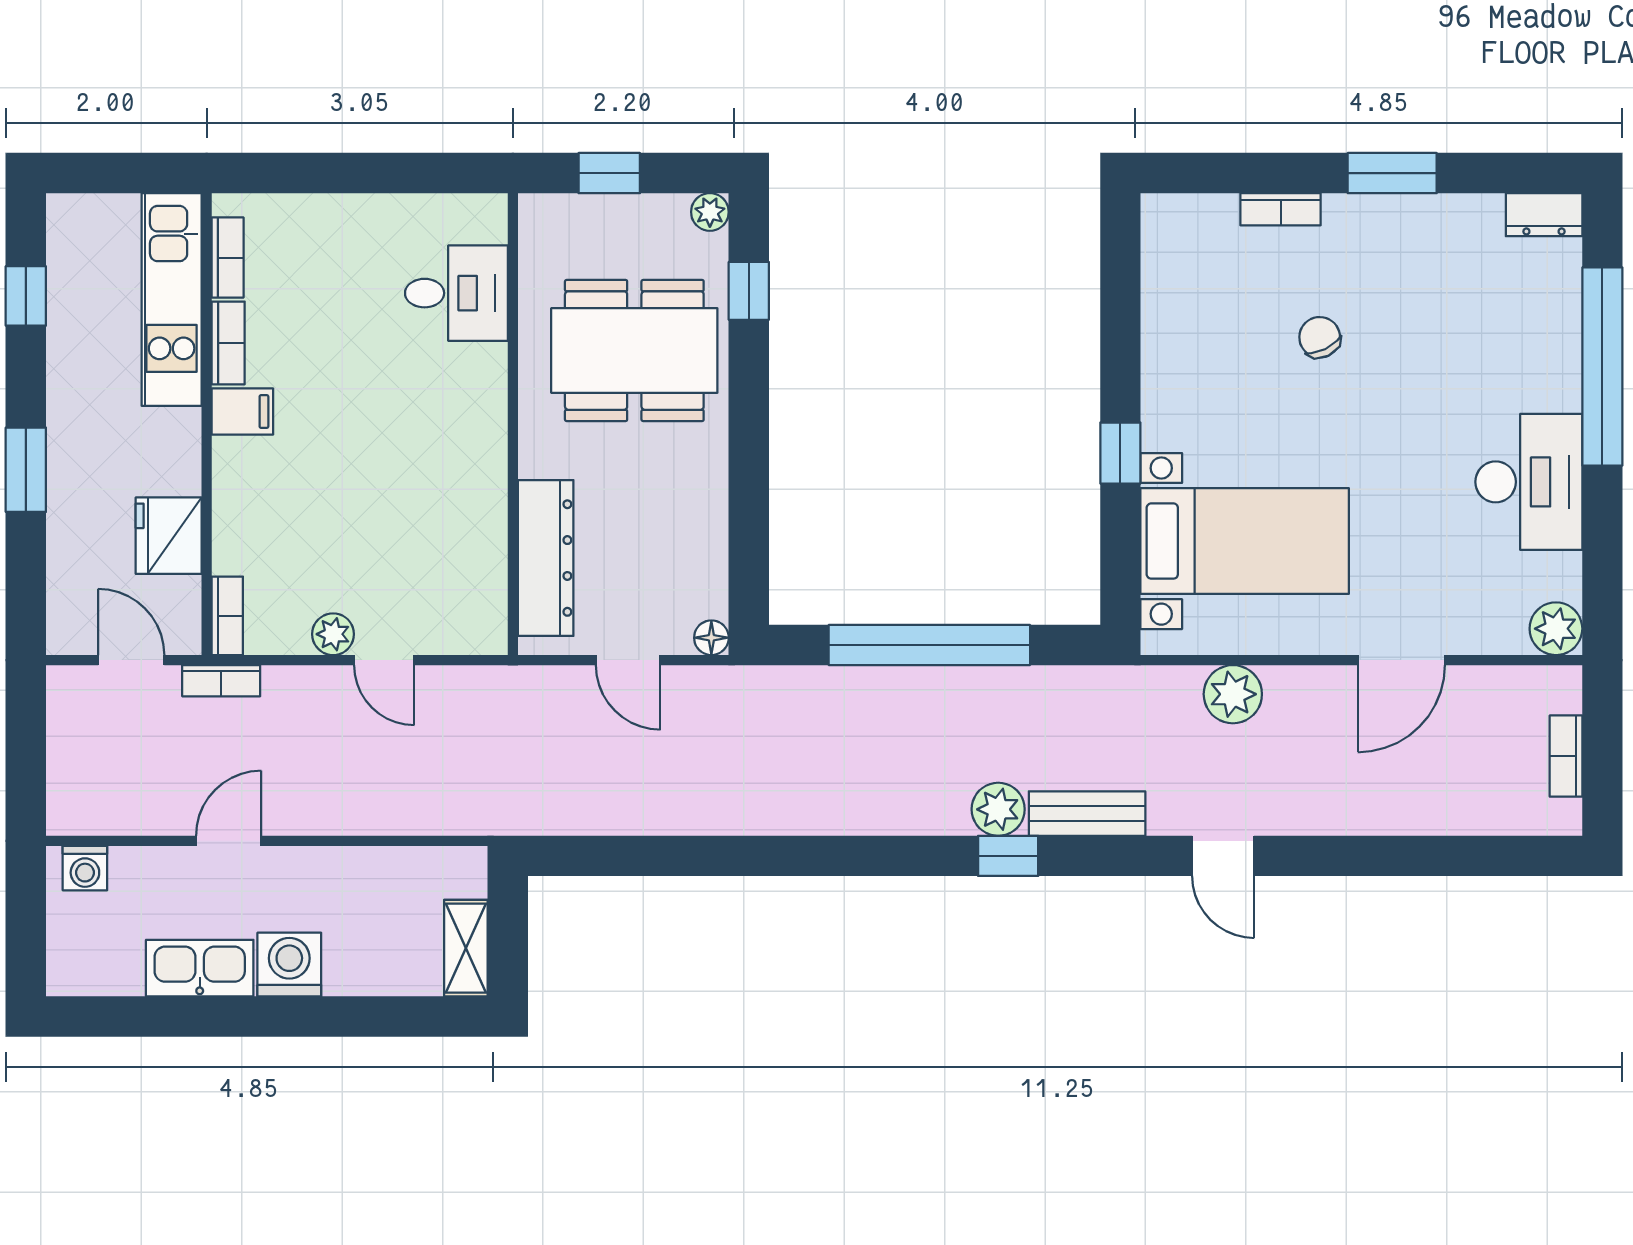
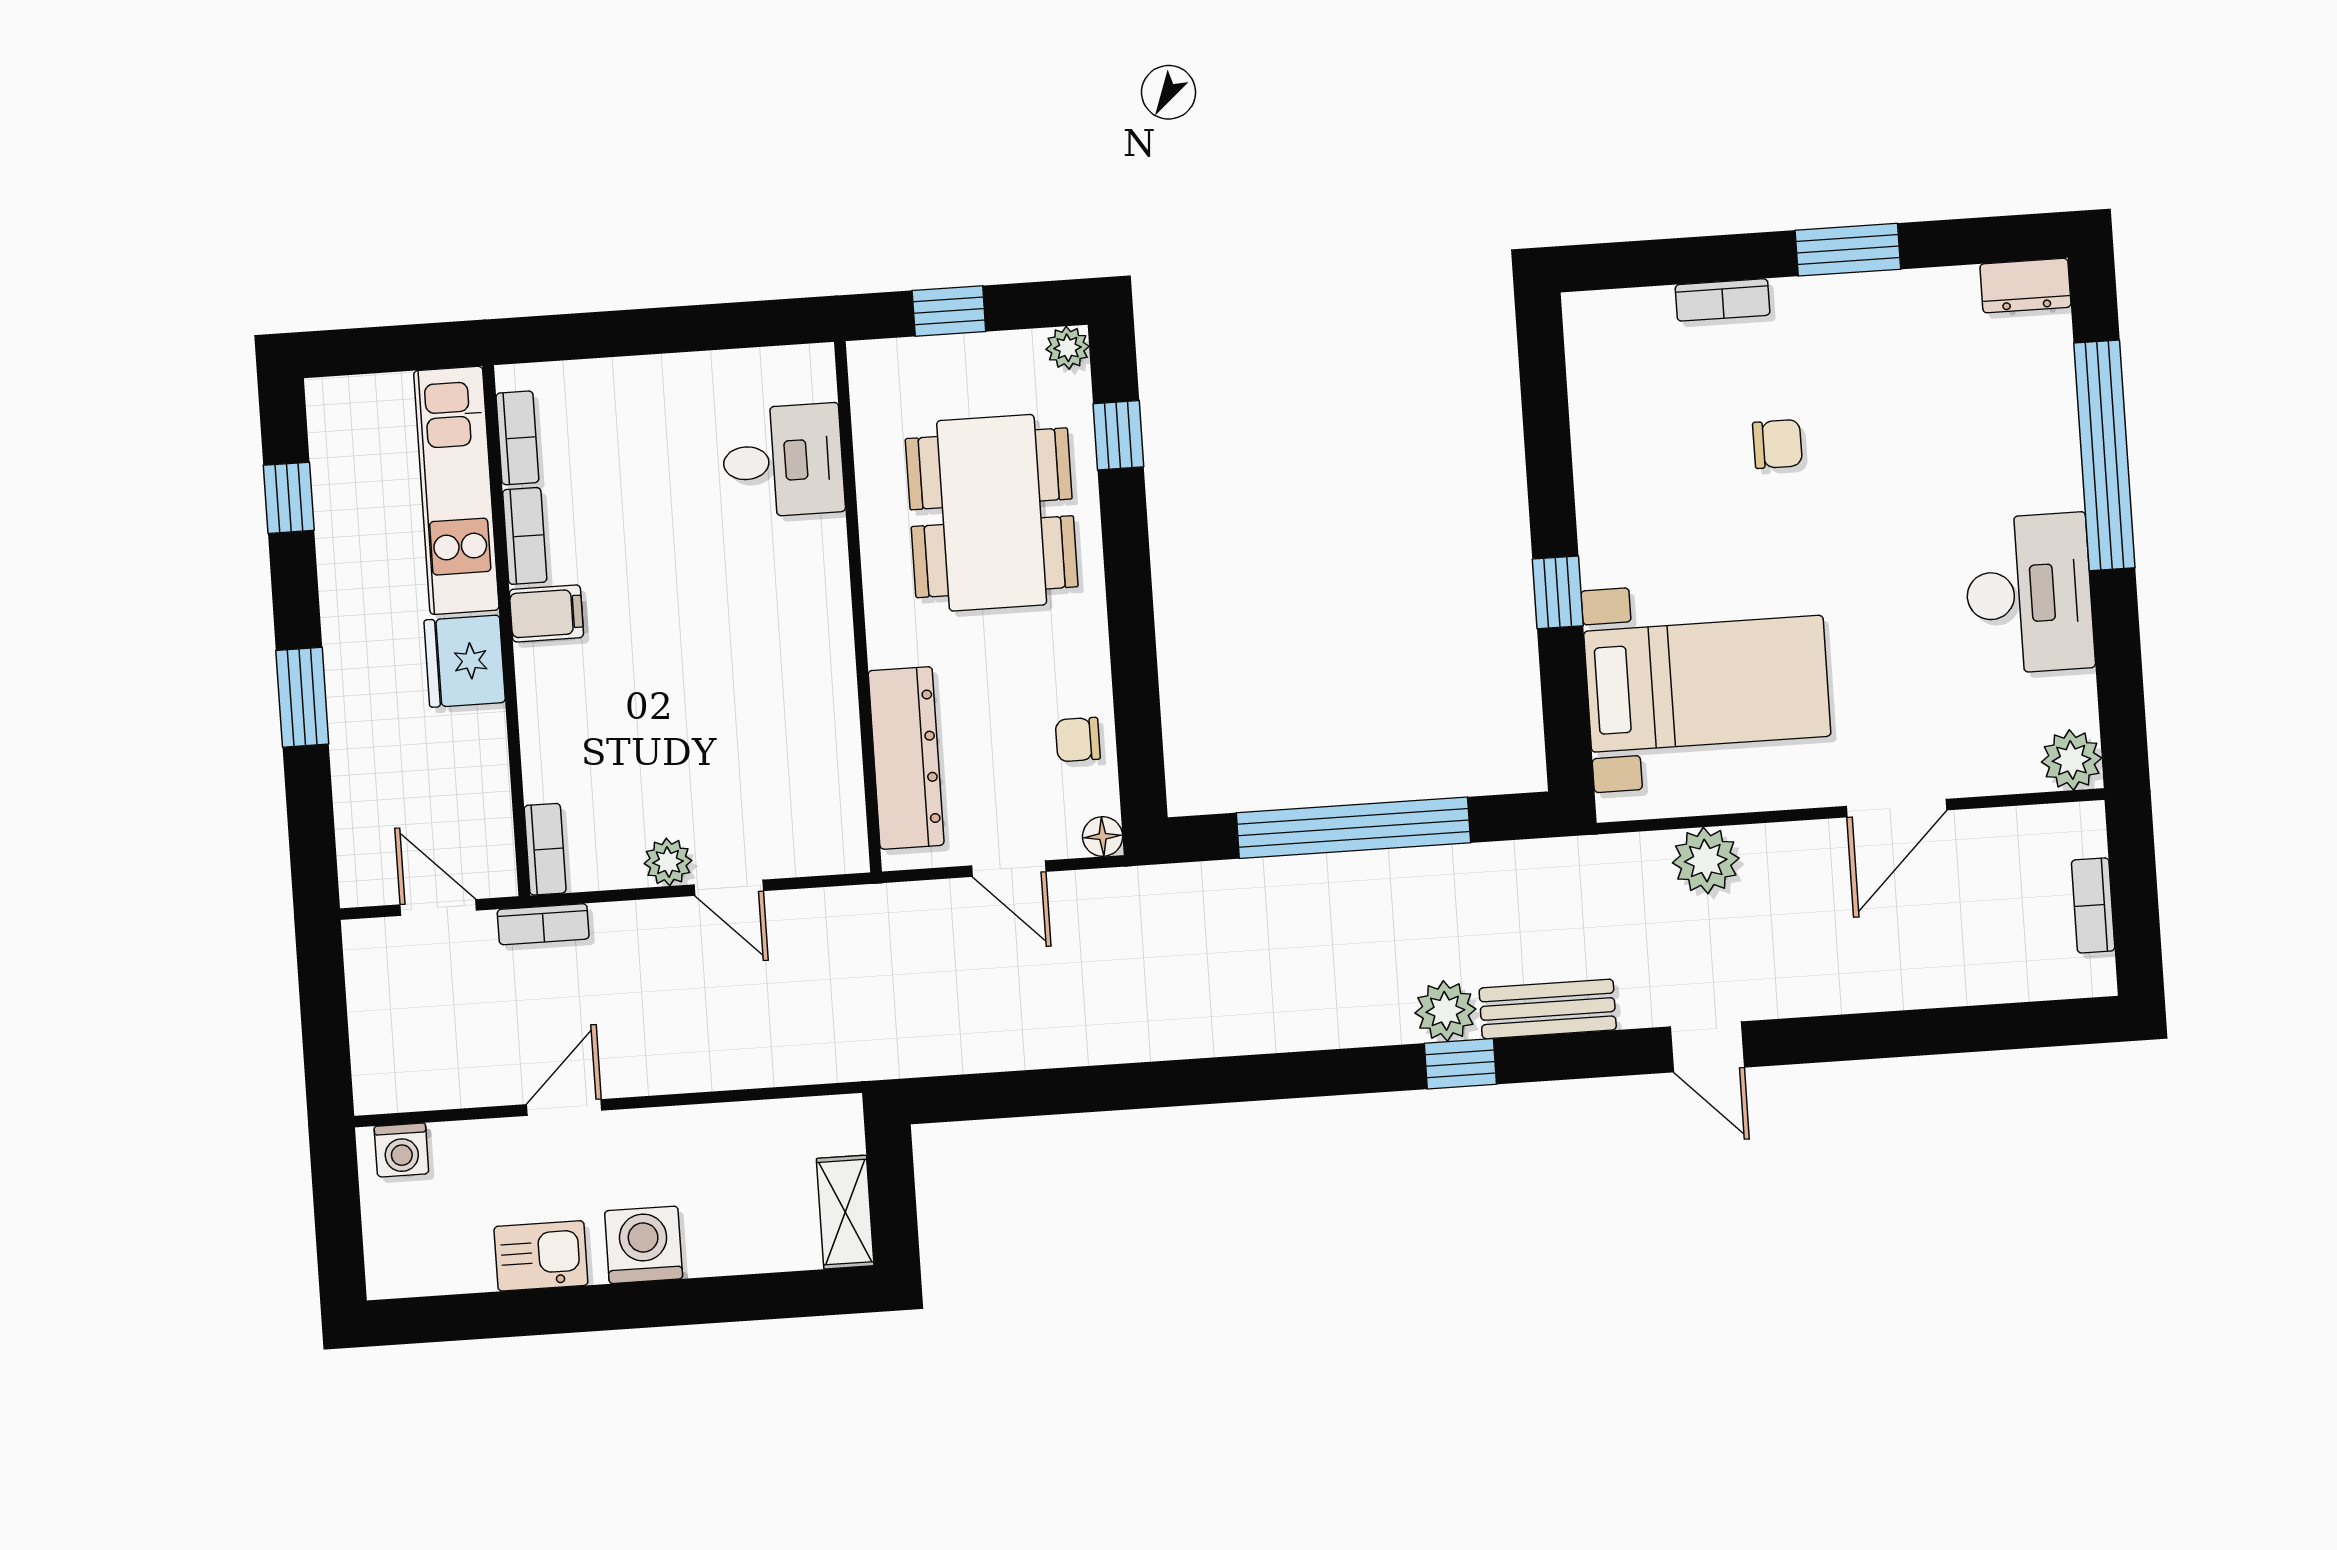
chair: (1320, 337) -> (1777, 444), turned 116
dining table: (634, 351) -> (992, 513), turned 90
fridge: (169, 536) -> (465, 661), moved
chair: (696, 552) -> (1078, 740), added
kitchen sink: (200, 968) -> (541, 1256), width x0.73

